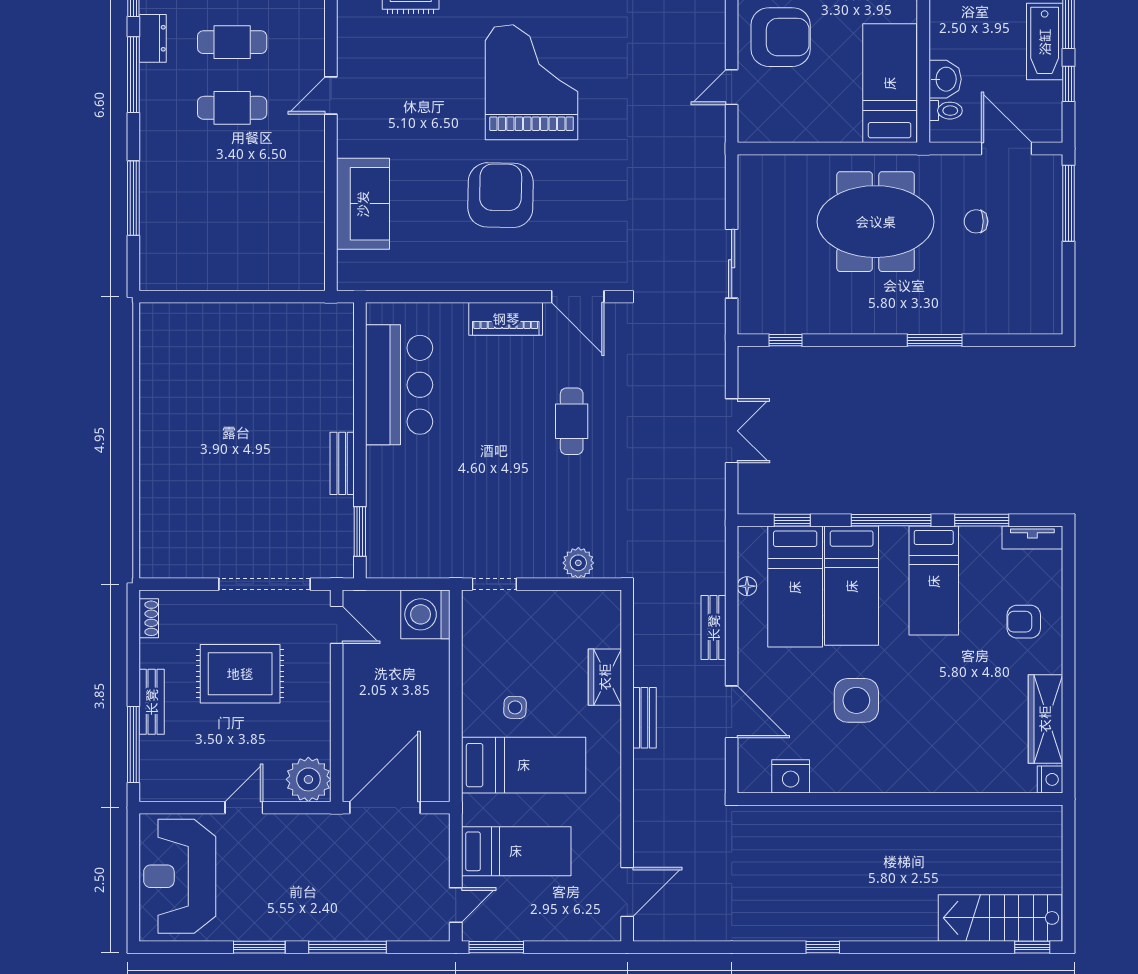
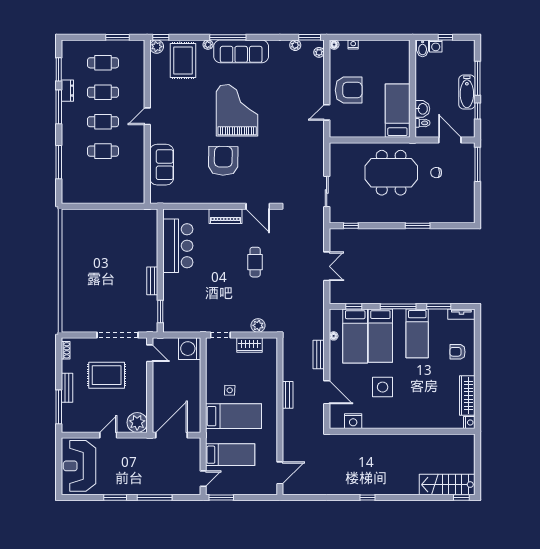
cafe table: (232, 174) -> (103, 151), added
wardrobe: (605, 677) -> (250, 345), moved, turned -90

